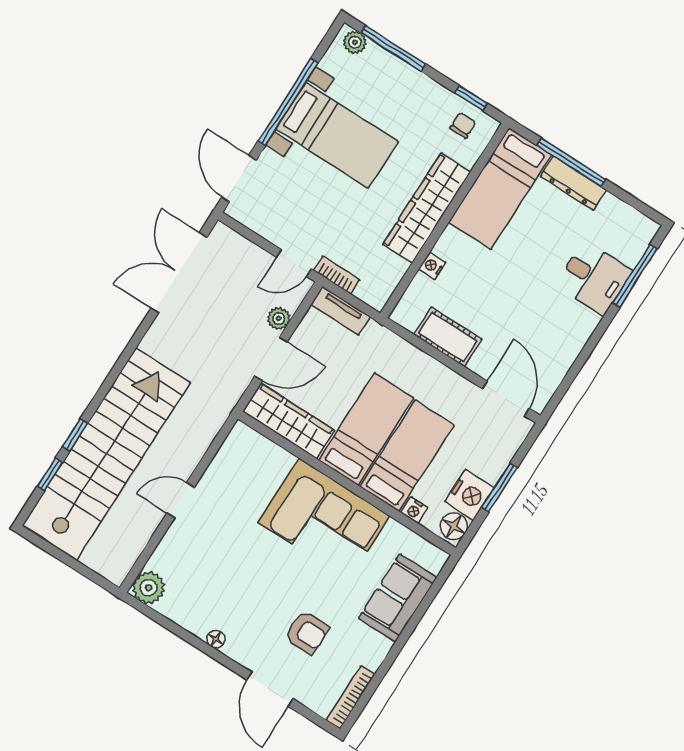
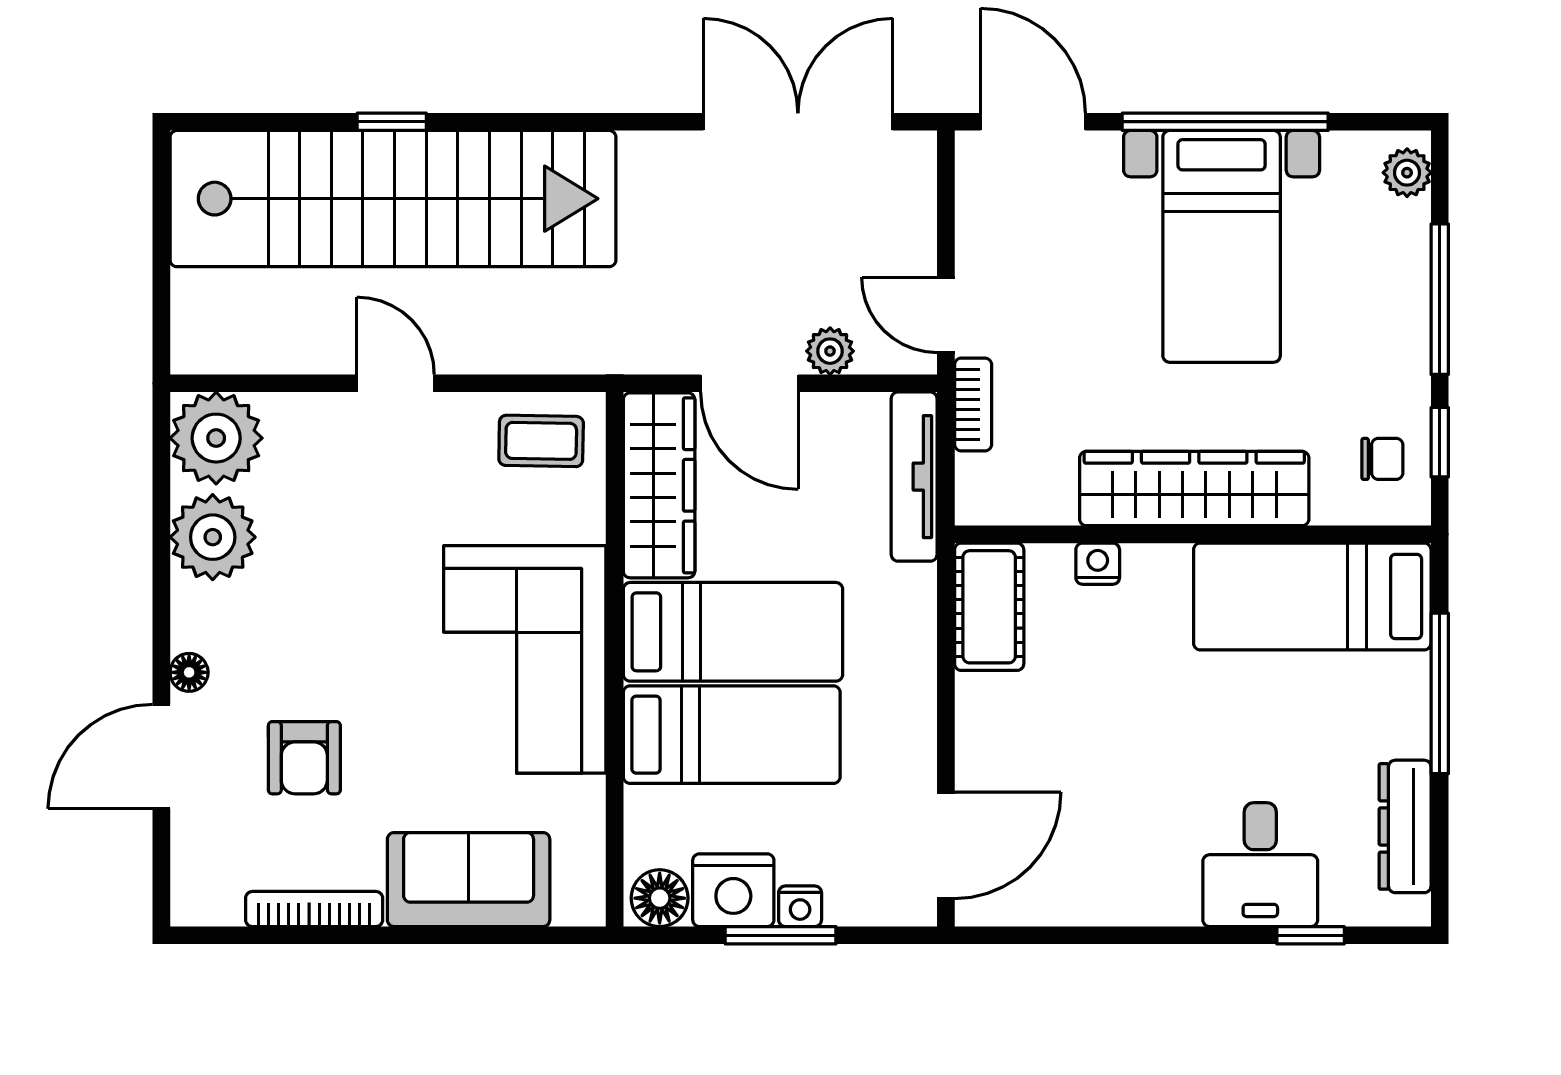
window: (393, 49) -> (1440, 299), moved
door: (239, 179) -> (1033, 122), hinge flipped
dresser: (573, 183) -> (1405, 826), moved
window: (635, 276) -> (1311, 935), width x0.46
tv unit: (341, 311) -> (914, 477), width x1.41
cot: (448, 337) -> (989, 607), moved
coffee table: (241, 457) -> (541, 441), added
window: (50, 474) -> (293, 122), removed
nightstand: (414, 510) -> (800, 906), moved, turned -90
plant: (149, 588) -> (216, 438), width x1.36, depth x1.36
plant: (195, 613) -> (213, 537), added
floor lamp: (216, 639) -> (189, 672), moved
bookcase: (351, 697) -> (314, 909), moved

